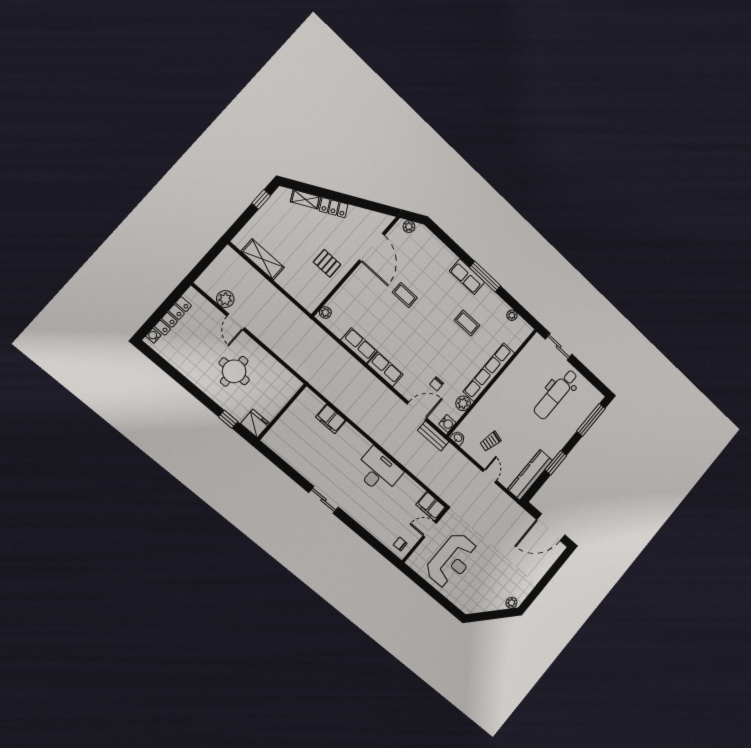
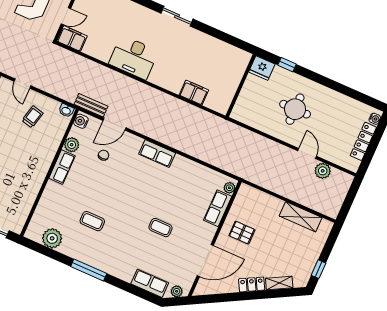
door: (372, 248) -> (205, 261), swing flipped
row of seats: (467, 277) -> (150, 283), moved
plant: (512, 315) -> (52, 238), width x1.88, depth x1.88
row of seats: (359, 346) -> (218, 208), moved, turned 90
row of seats: (489, 372) -> (62, 167), width x0.50

